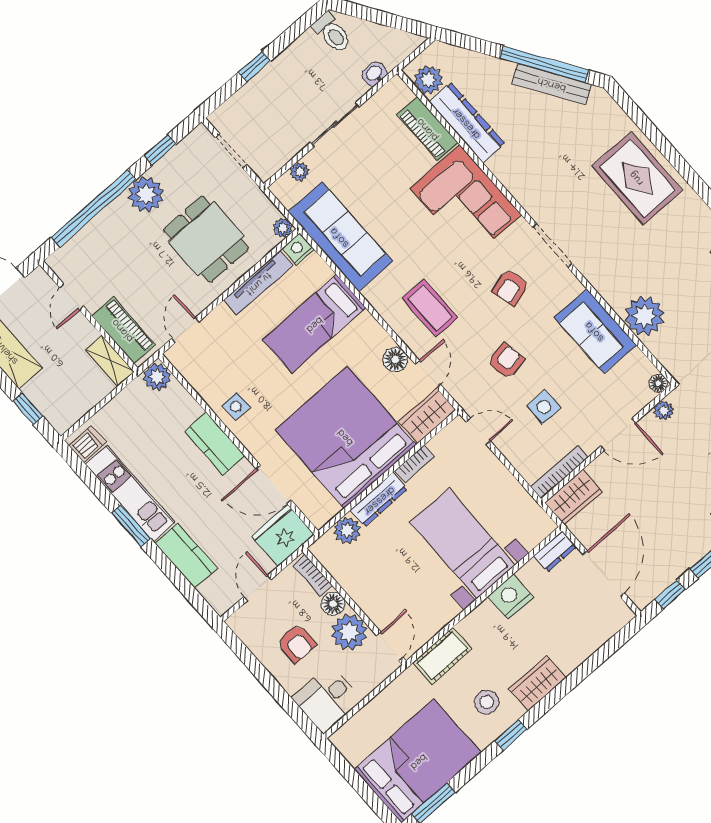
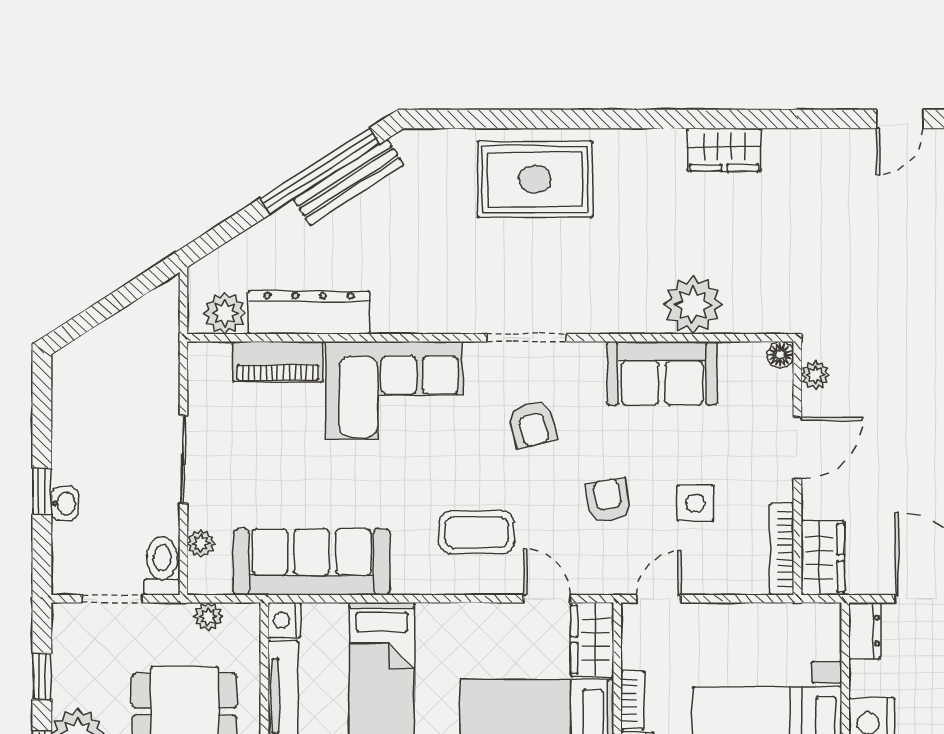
toilet: (332, 33) -> (162, 566), moved, turned -90
washbasin: (375, 74) -> (65, 503), moved, turned 180
plant: (283, 228) -> (208, 616), moved
floor lamp: (395, 360) -> (500, 620), removed

